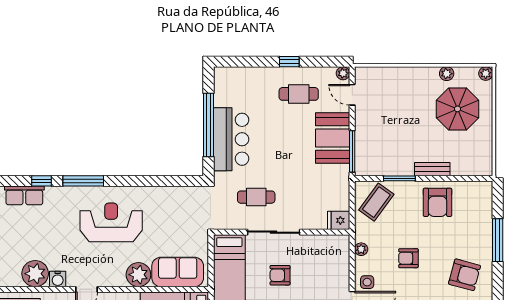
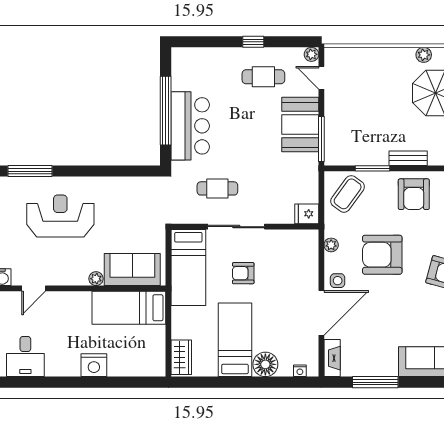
armchair: (408, 258) -> (382, 255), width x1.88, depth x1.88
plant: (138, 275) -> (96, 279), width x0.53, depth x0.53

